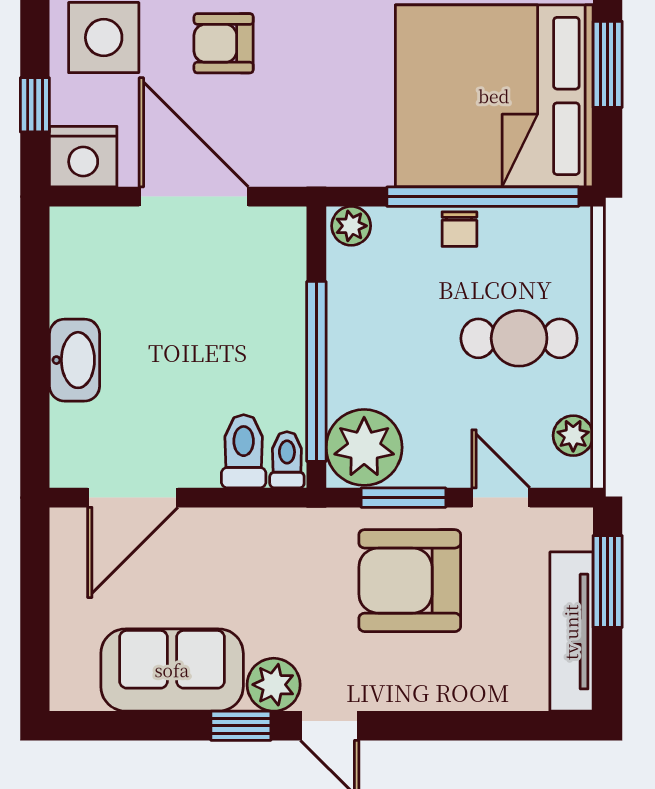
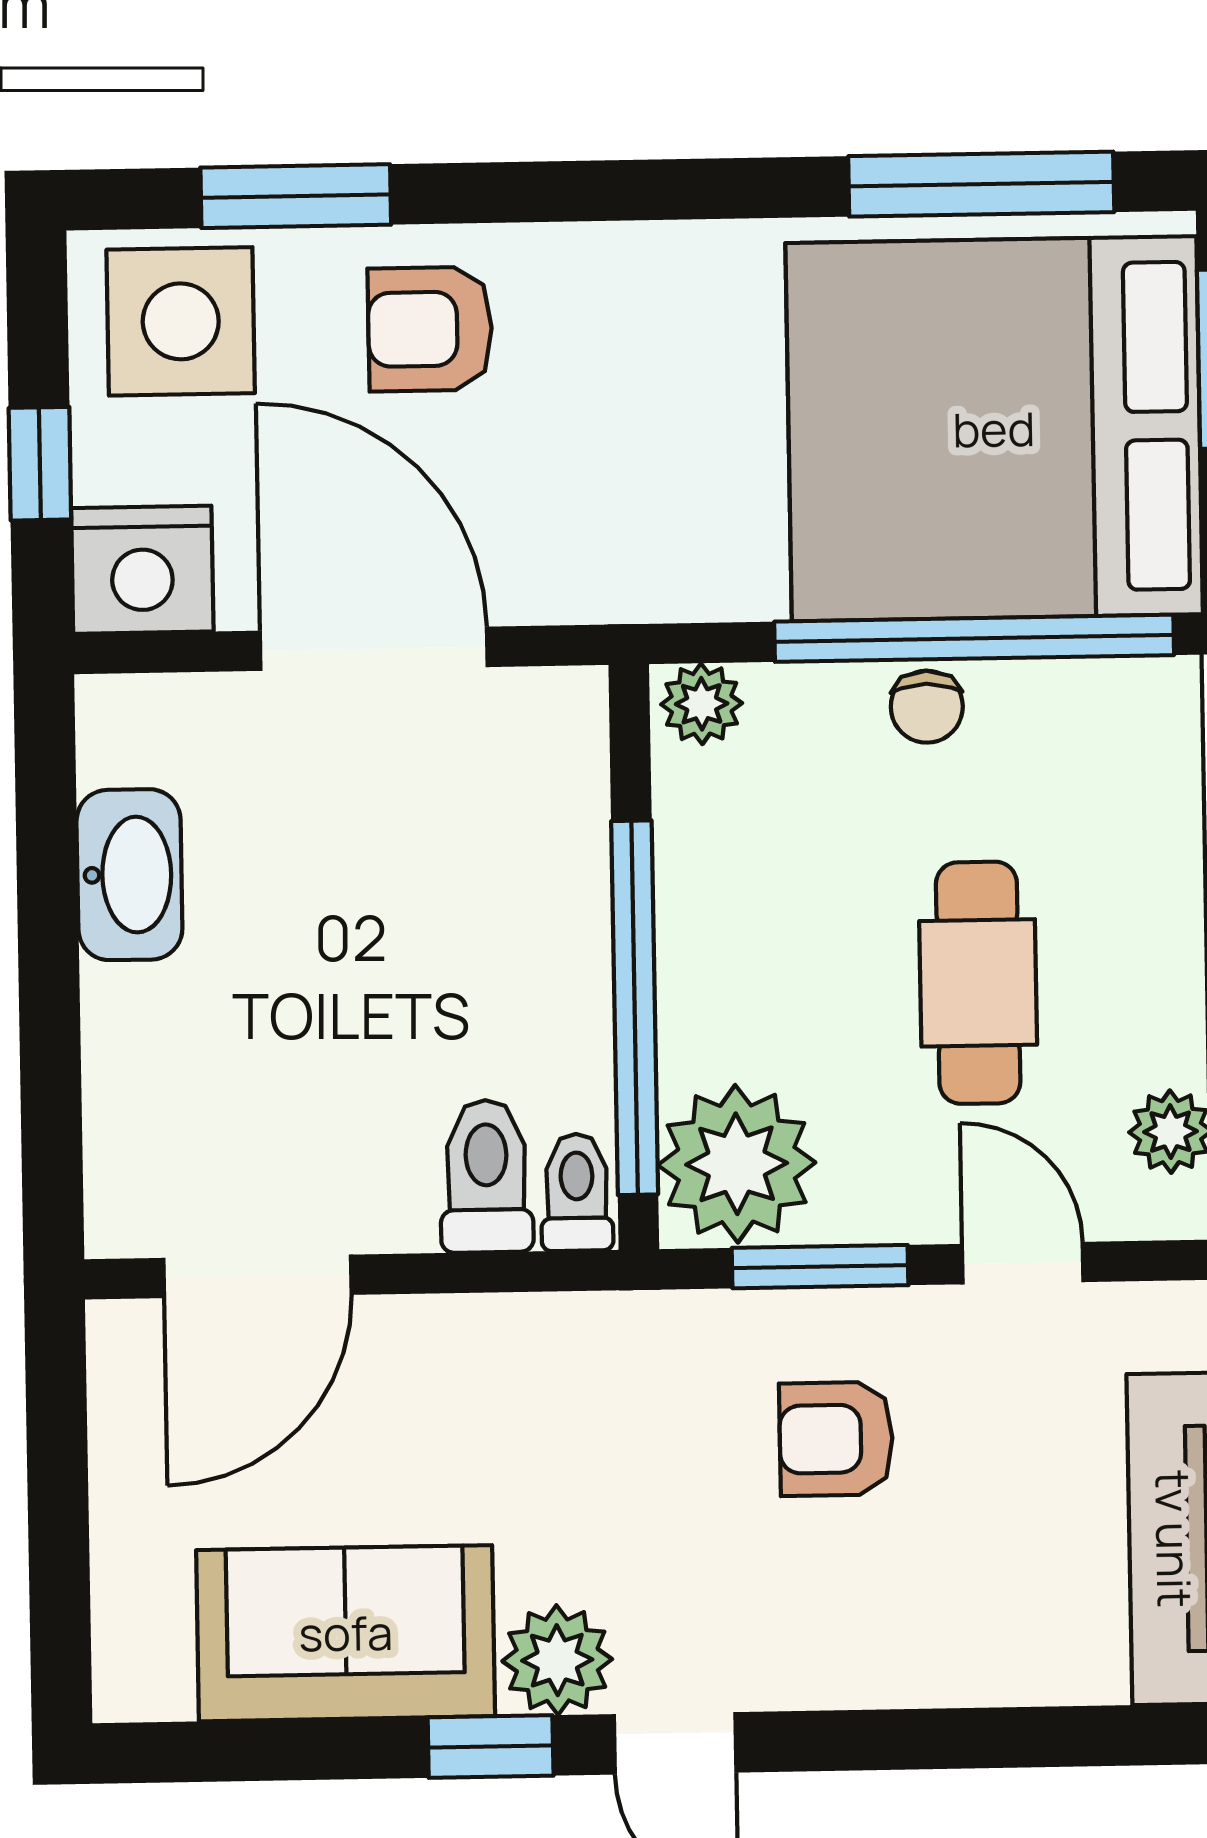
cafe table: (519, 338) -> (978, 983), moved, turned 90
washbasin: (74, 360) -> (129, 875), moved
armchair: (410, 581) -> (836, 1439), width x0.53, depth x0.53

